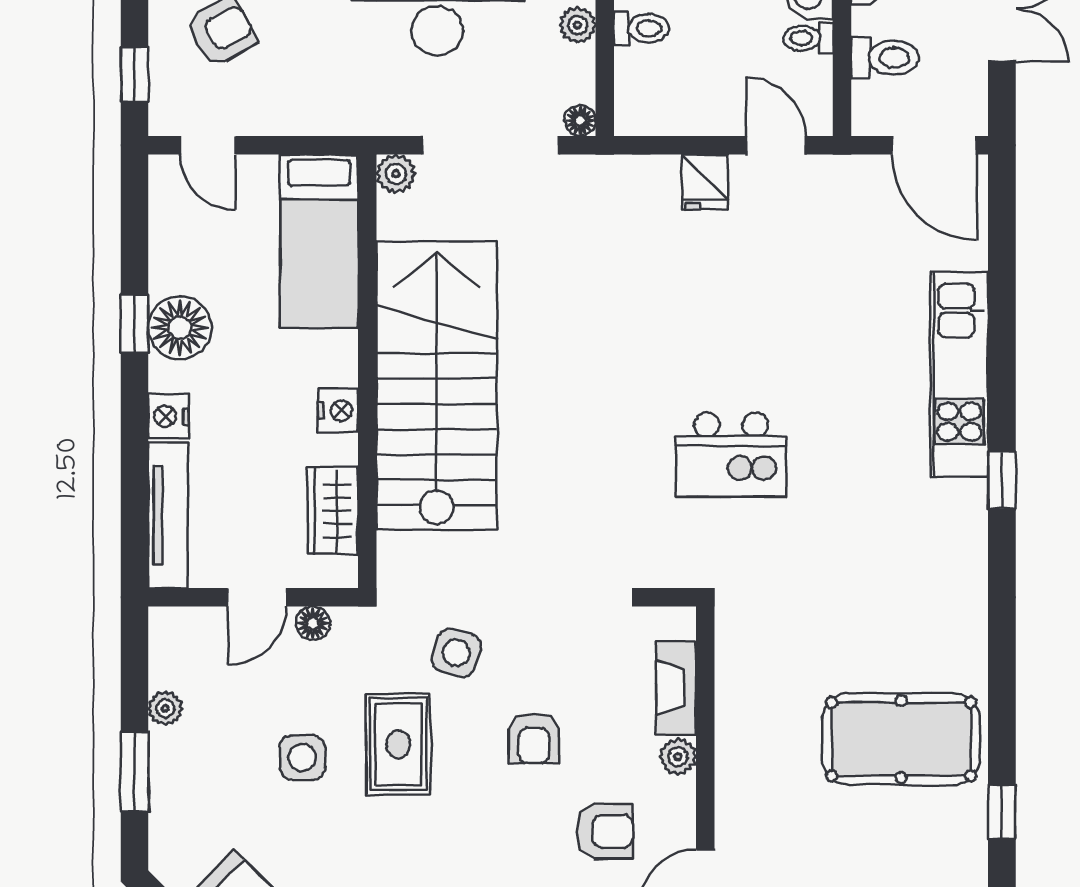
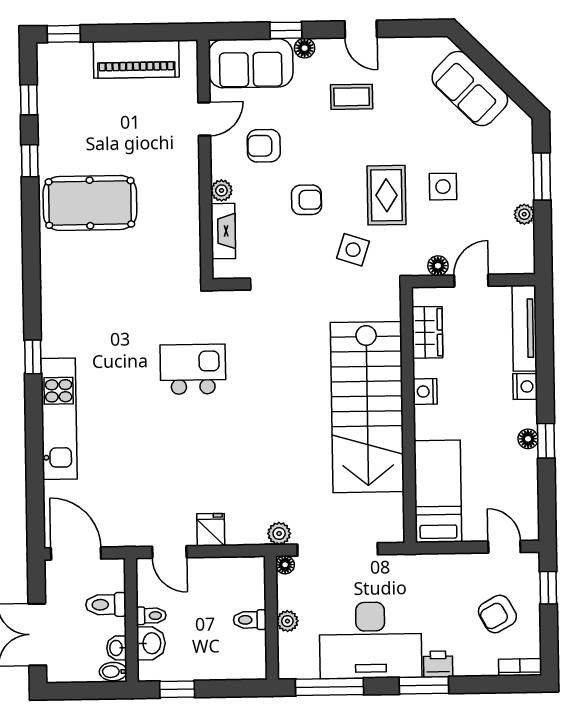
plant: (396, 174) -> (279, 534), moved
floor lamp: (180, 328) -> (528, 439), width x0.53, depth x0.53
armchair: (534, 739) -> (306, 200), turned 90

